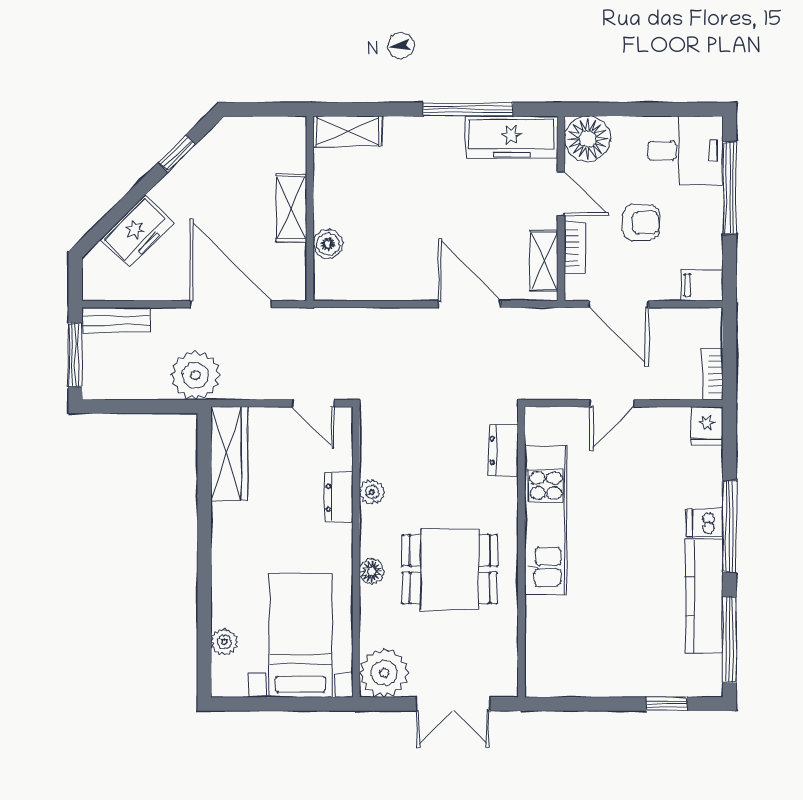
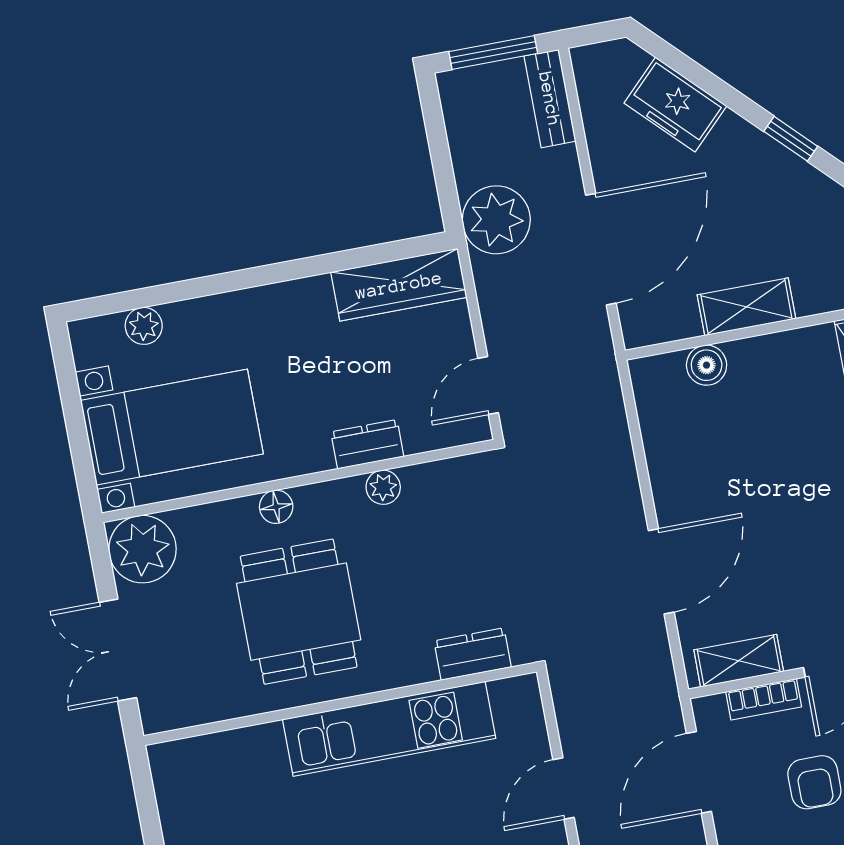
door: (612, 403) -> (564, 788), hinge flipped

